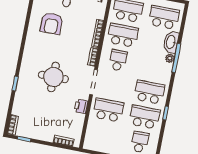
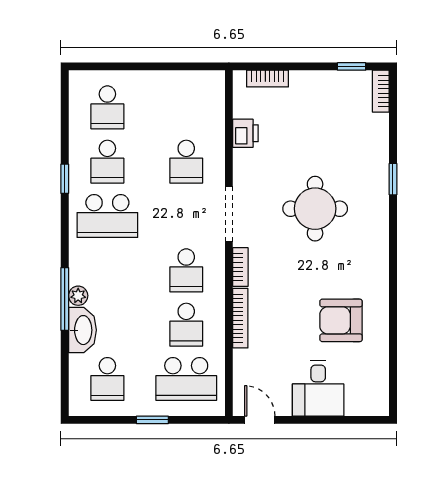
school desk: (164, 17) -> (107, 379), width x0.54
armchair: (52, 23) -> (341, 320), turned -90
school desk: (123, 35) -> (186, 325), width x0.54
printer: (81, 106) -> (245, 133), moved
school desk: (108, 110) -> (186, 162), width x0.54
school desk: (145, 117) -> (107, 162), width x0.54

